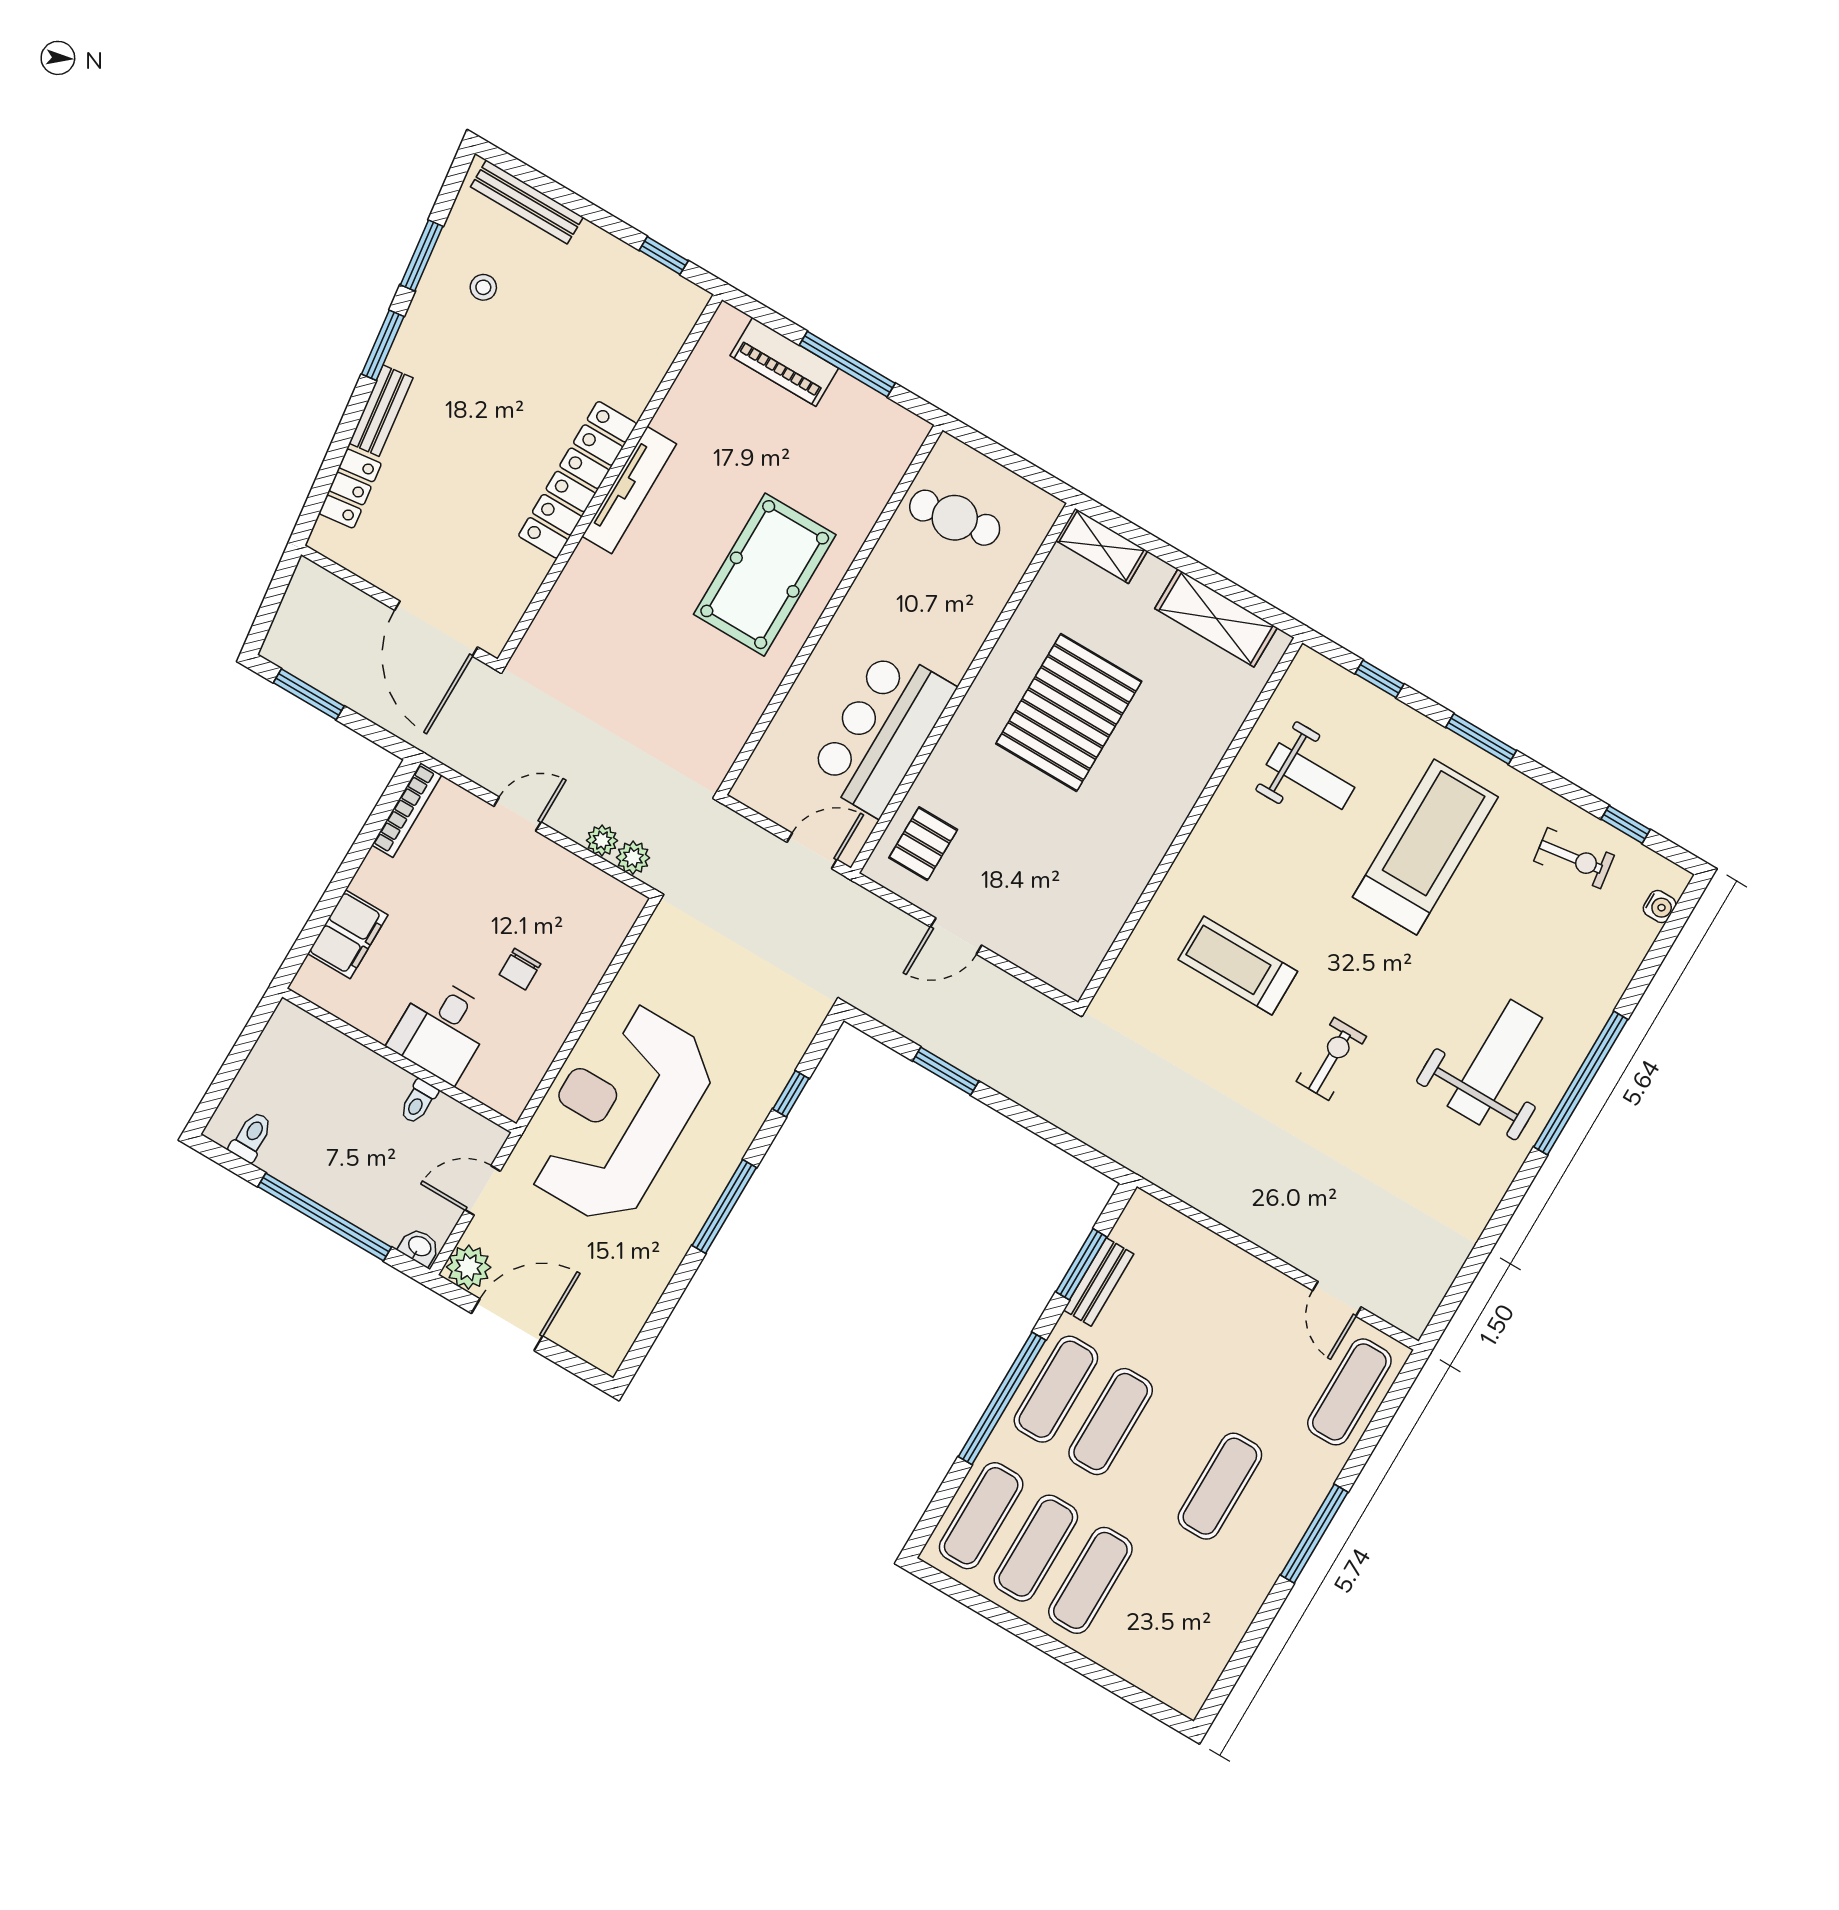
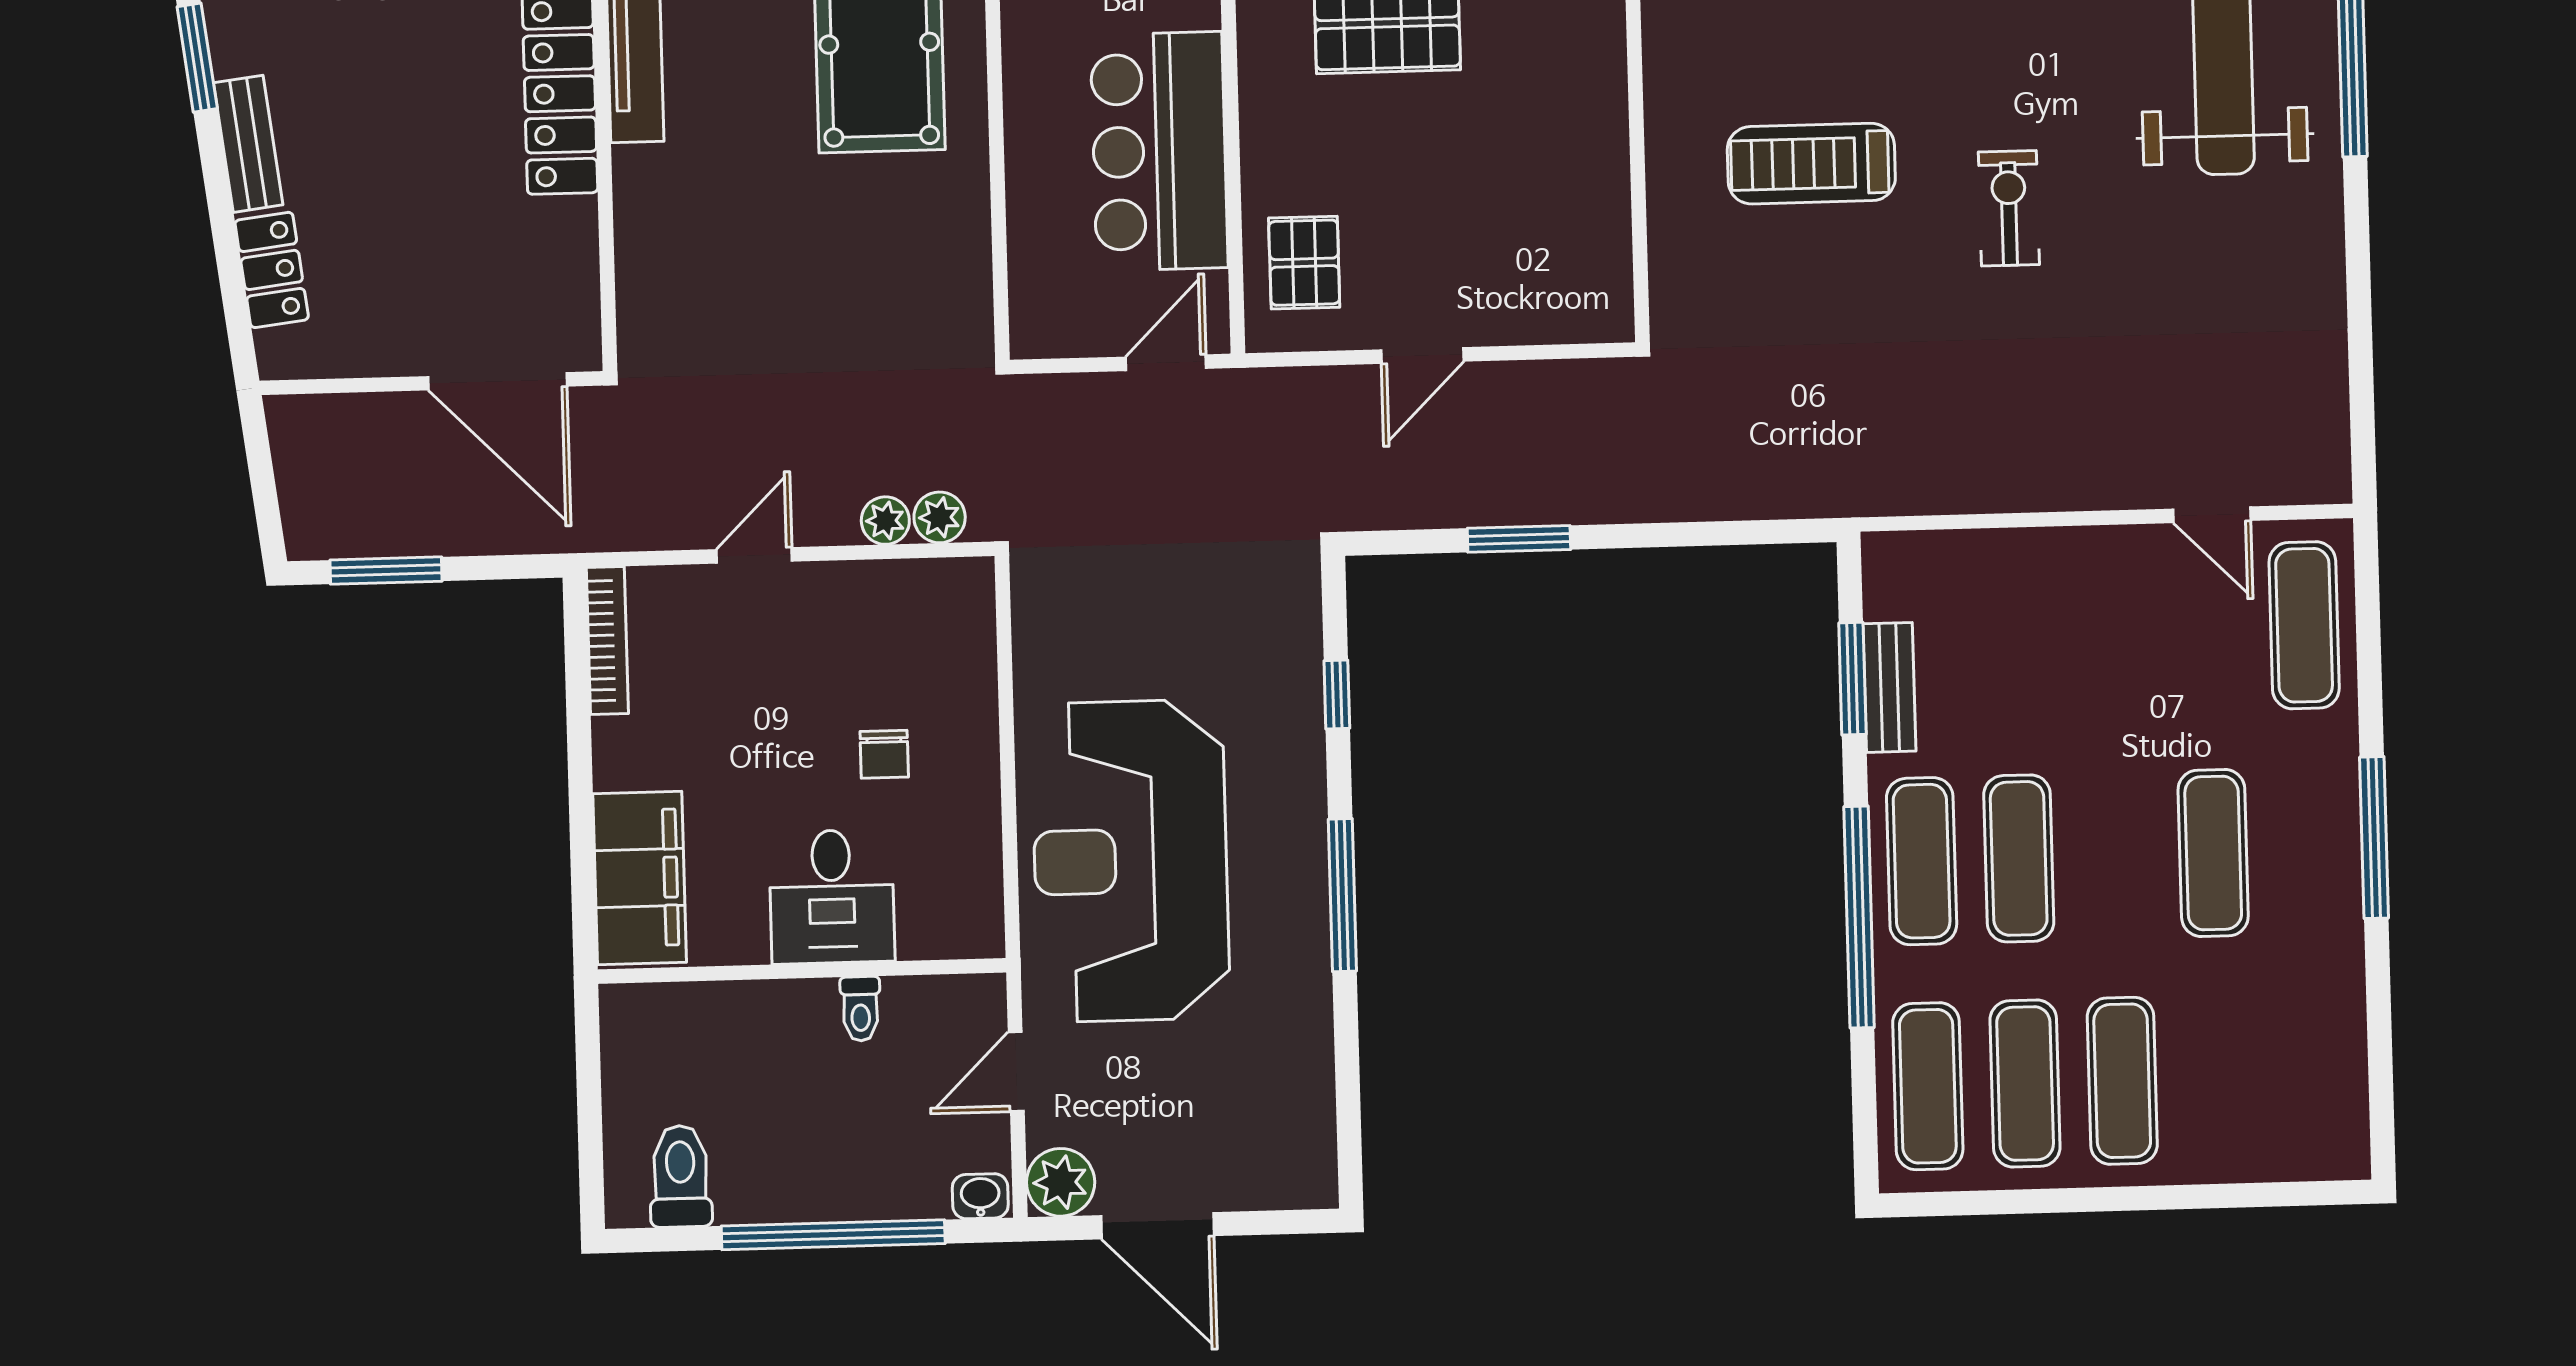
filing cabinet: (348, 934) -> (640, 878), width x1.50, depth x1.17
toilet: (251, 1137) -> (680, 1176), width x1.37, depth x1.39
door: (507, 1325) -> (1158, 1226), swing flipped

